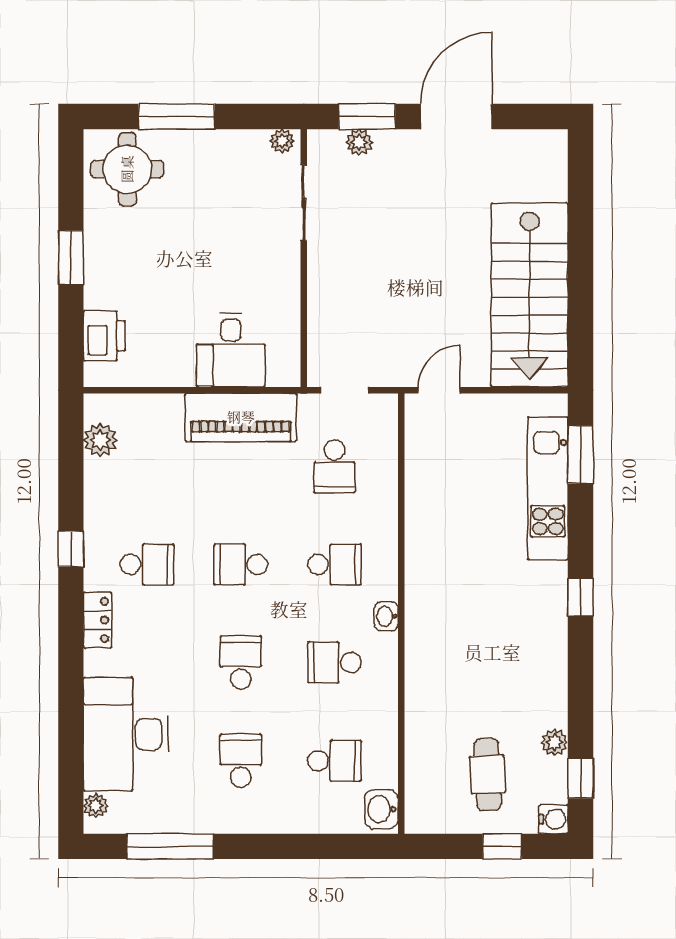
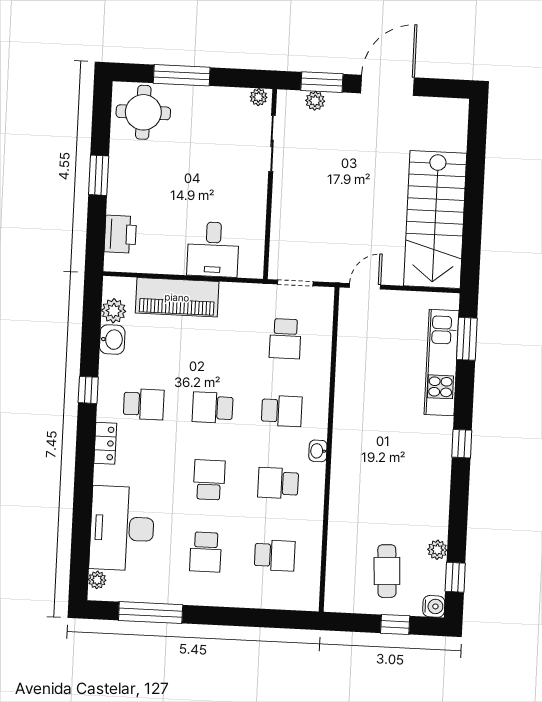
piano: (241, 417) -> (177, 297), moved
school desk: (241, 761) -> (206, 552), turned 180
washbasin: (381, 809) -> (112, 340), moved, turned 180

